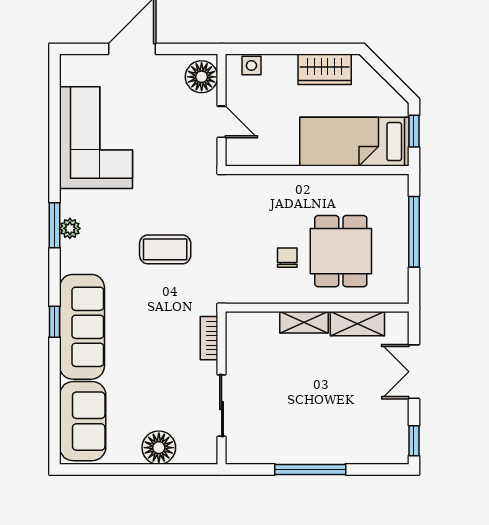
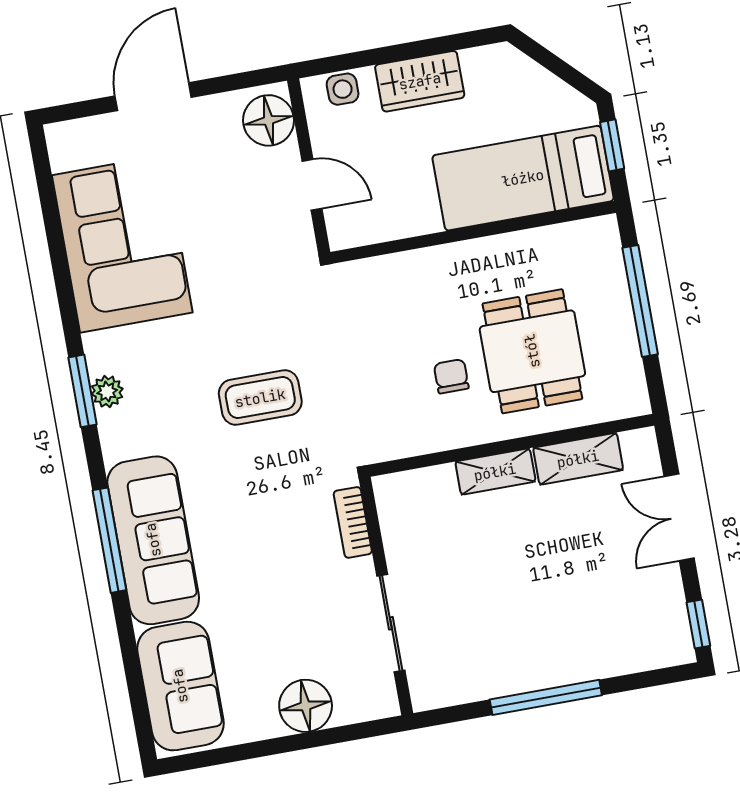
wardrobe: (325, 69) -> (420, 81), moved
window: (55, 322) -> (109, 540), width x2.17

